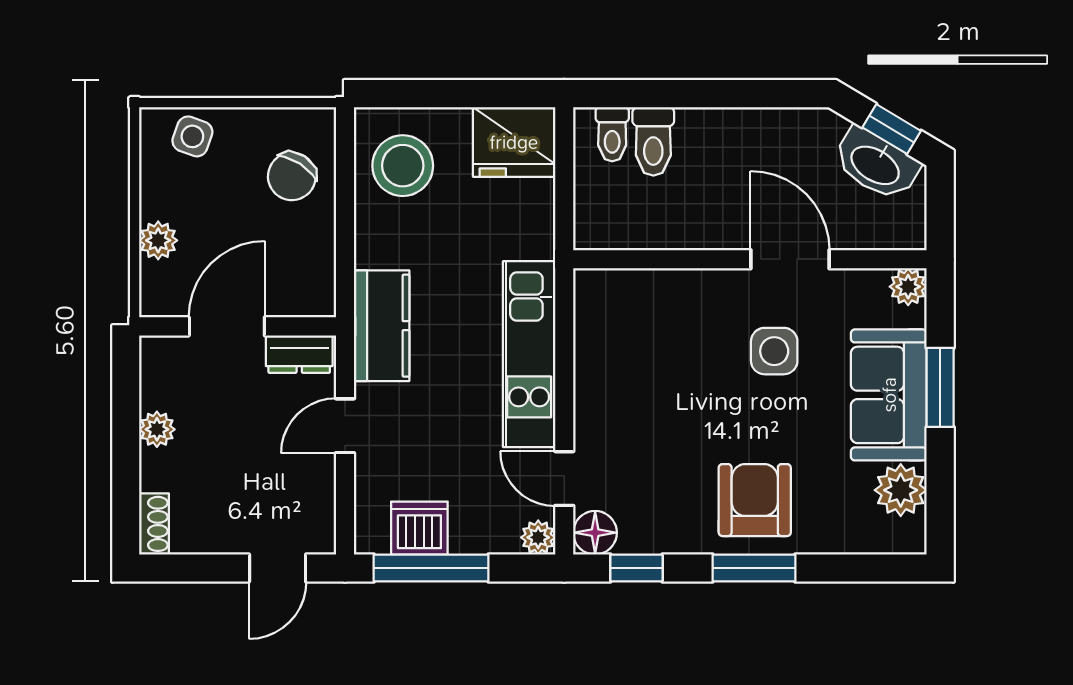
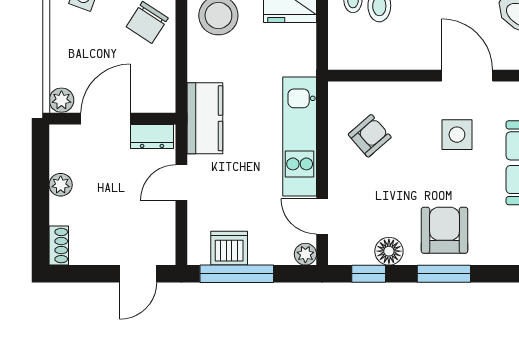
plant: (158, 240) -> (61, 100), moved
armchair: (638, 353) -> (370, 136), added
floor lamp: (595, 533) -> (389, 251), moved

